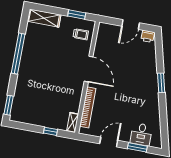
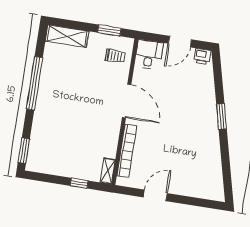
desk: (141, 134) -> (149, 55), moved, turned 180
window: (137, 147) -> (193, 201), removed

